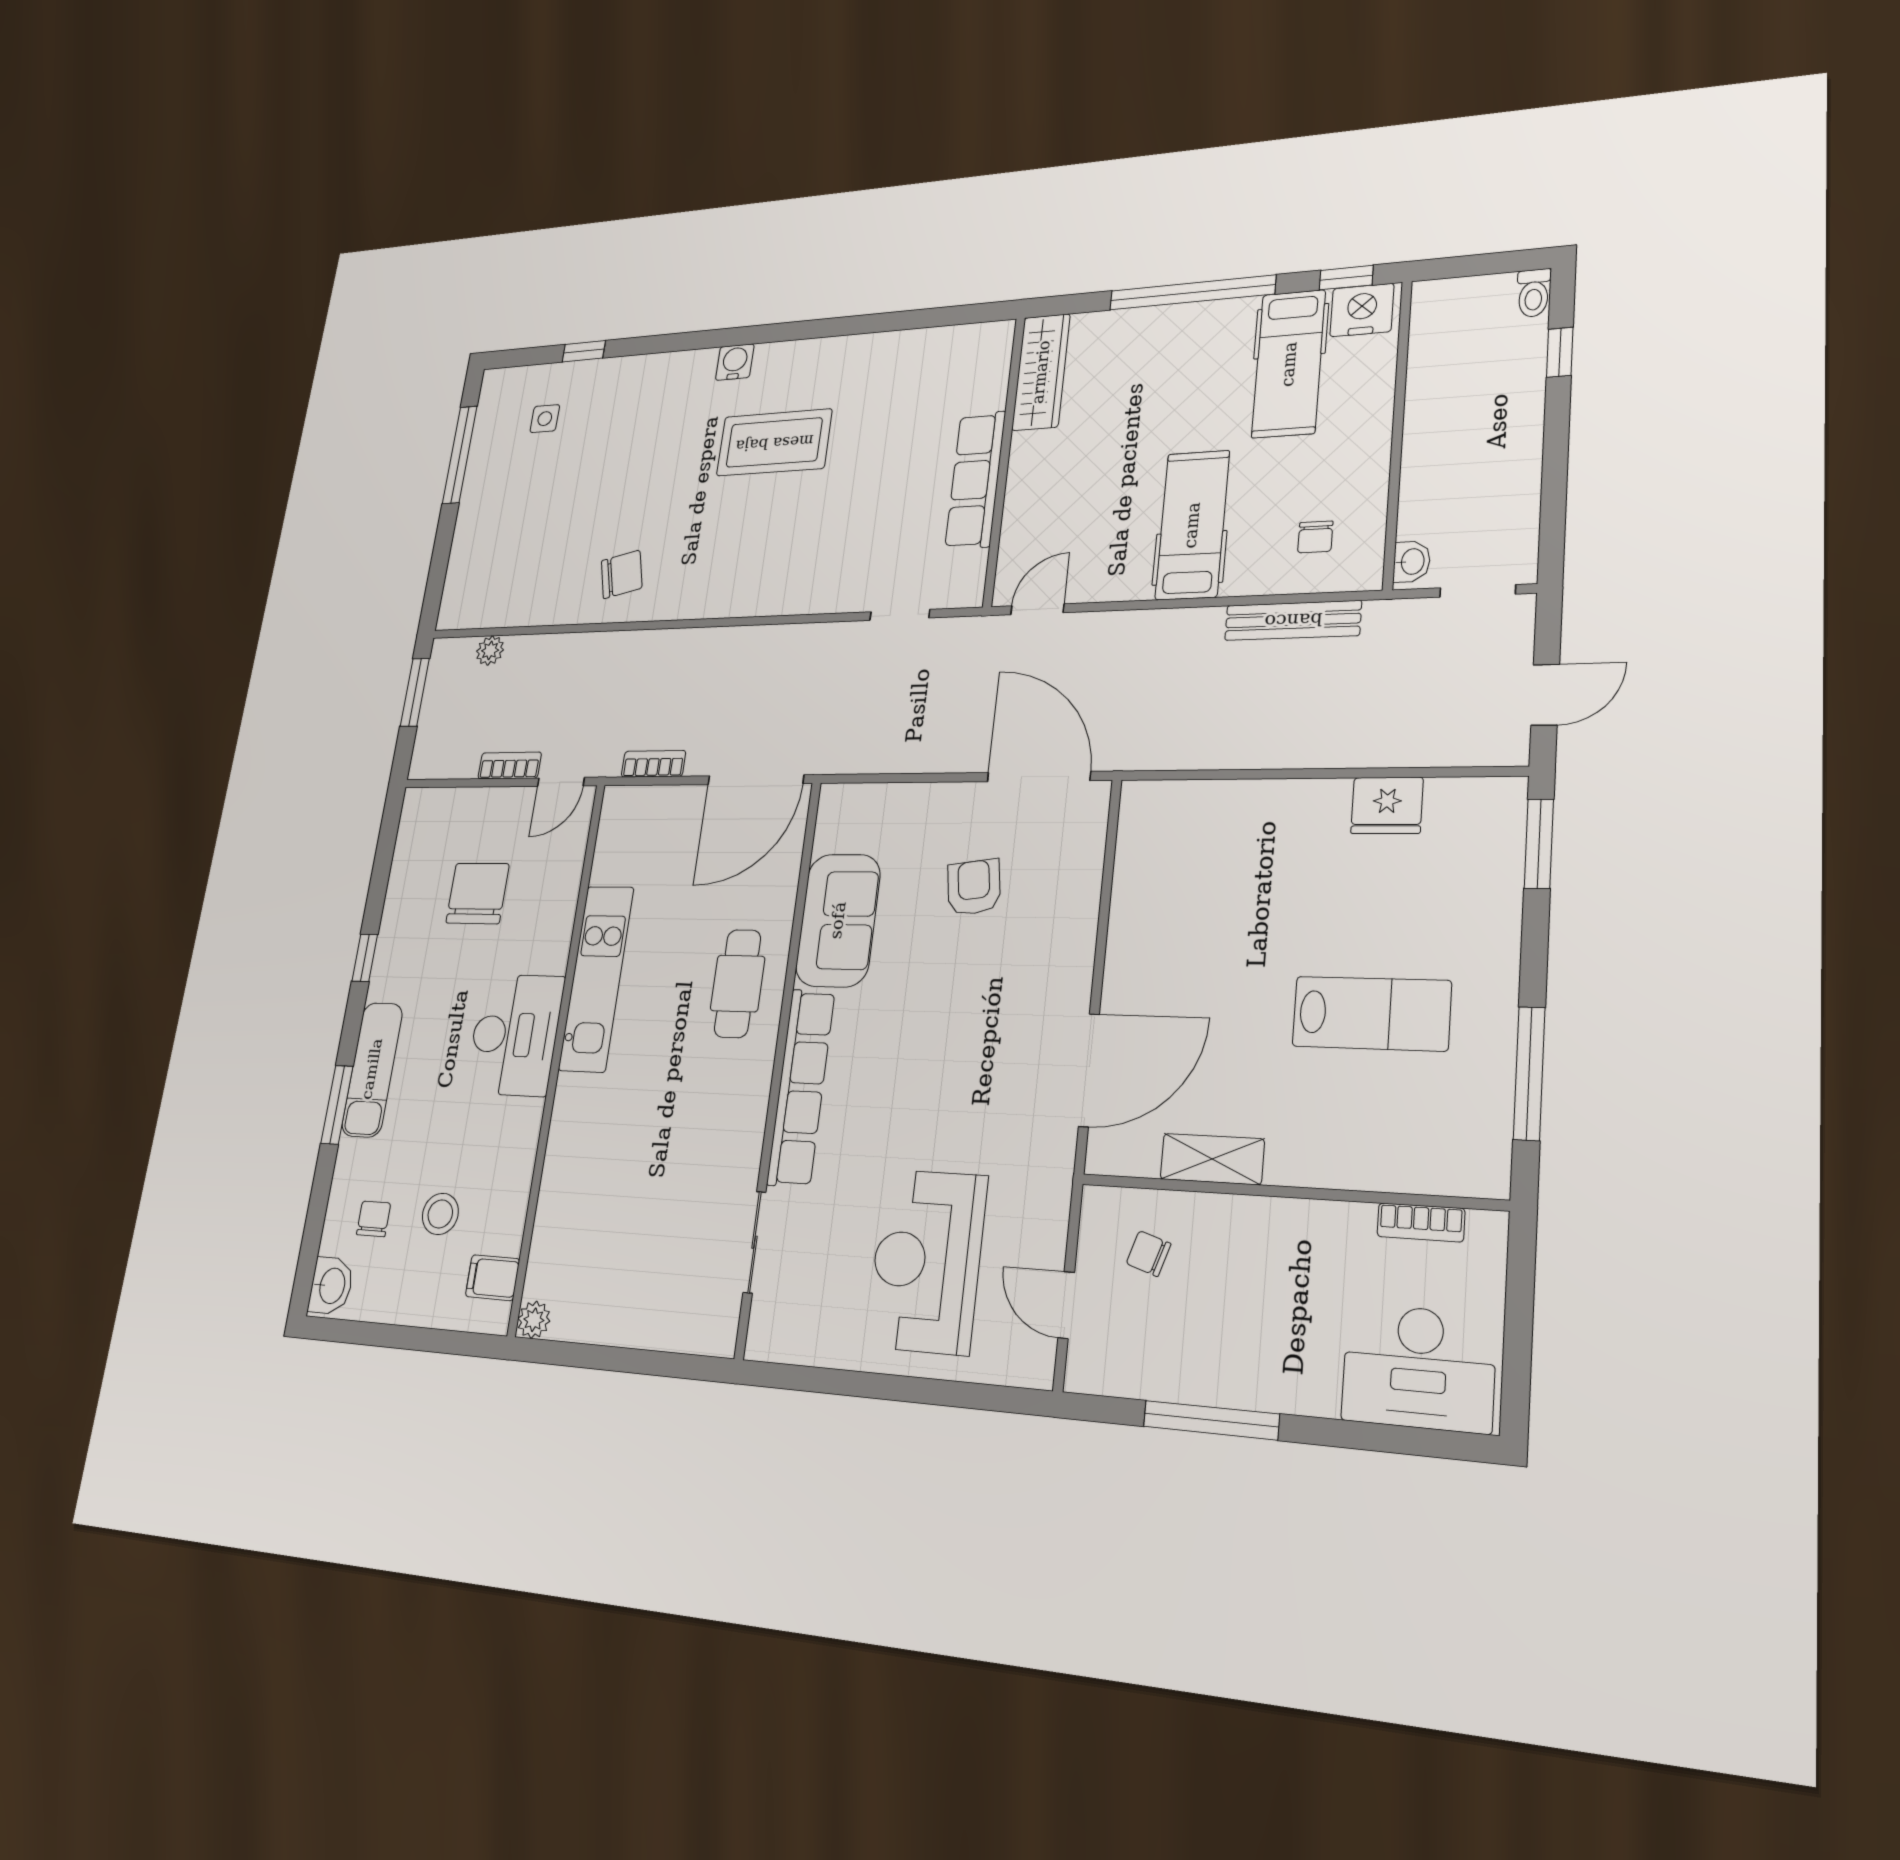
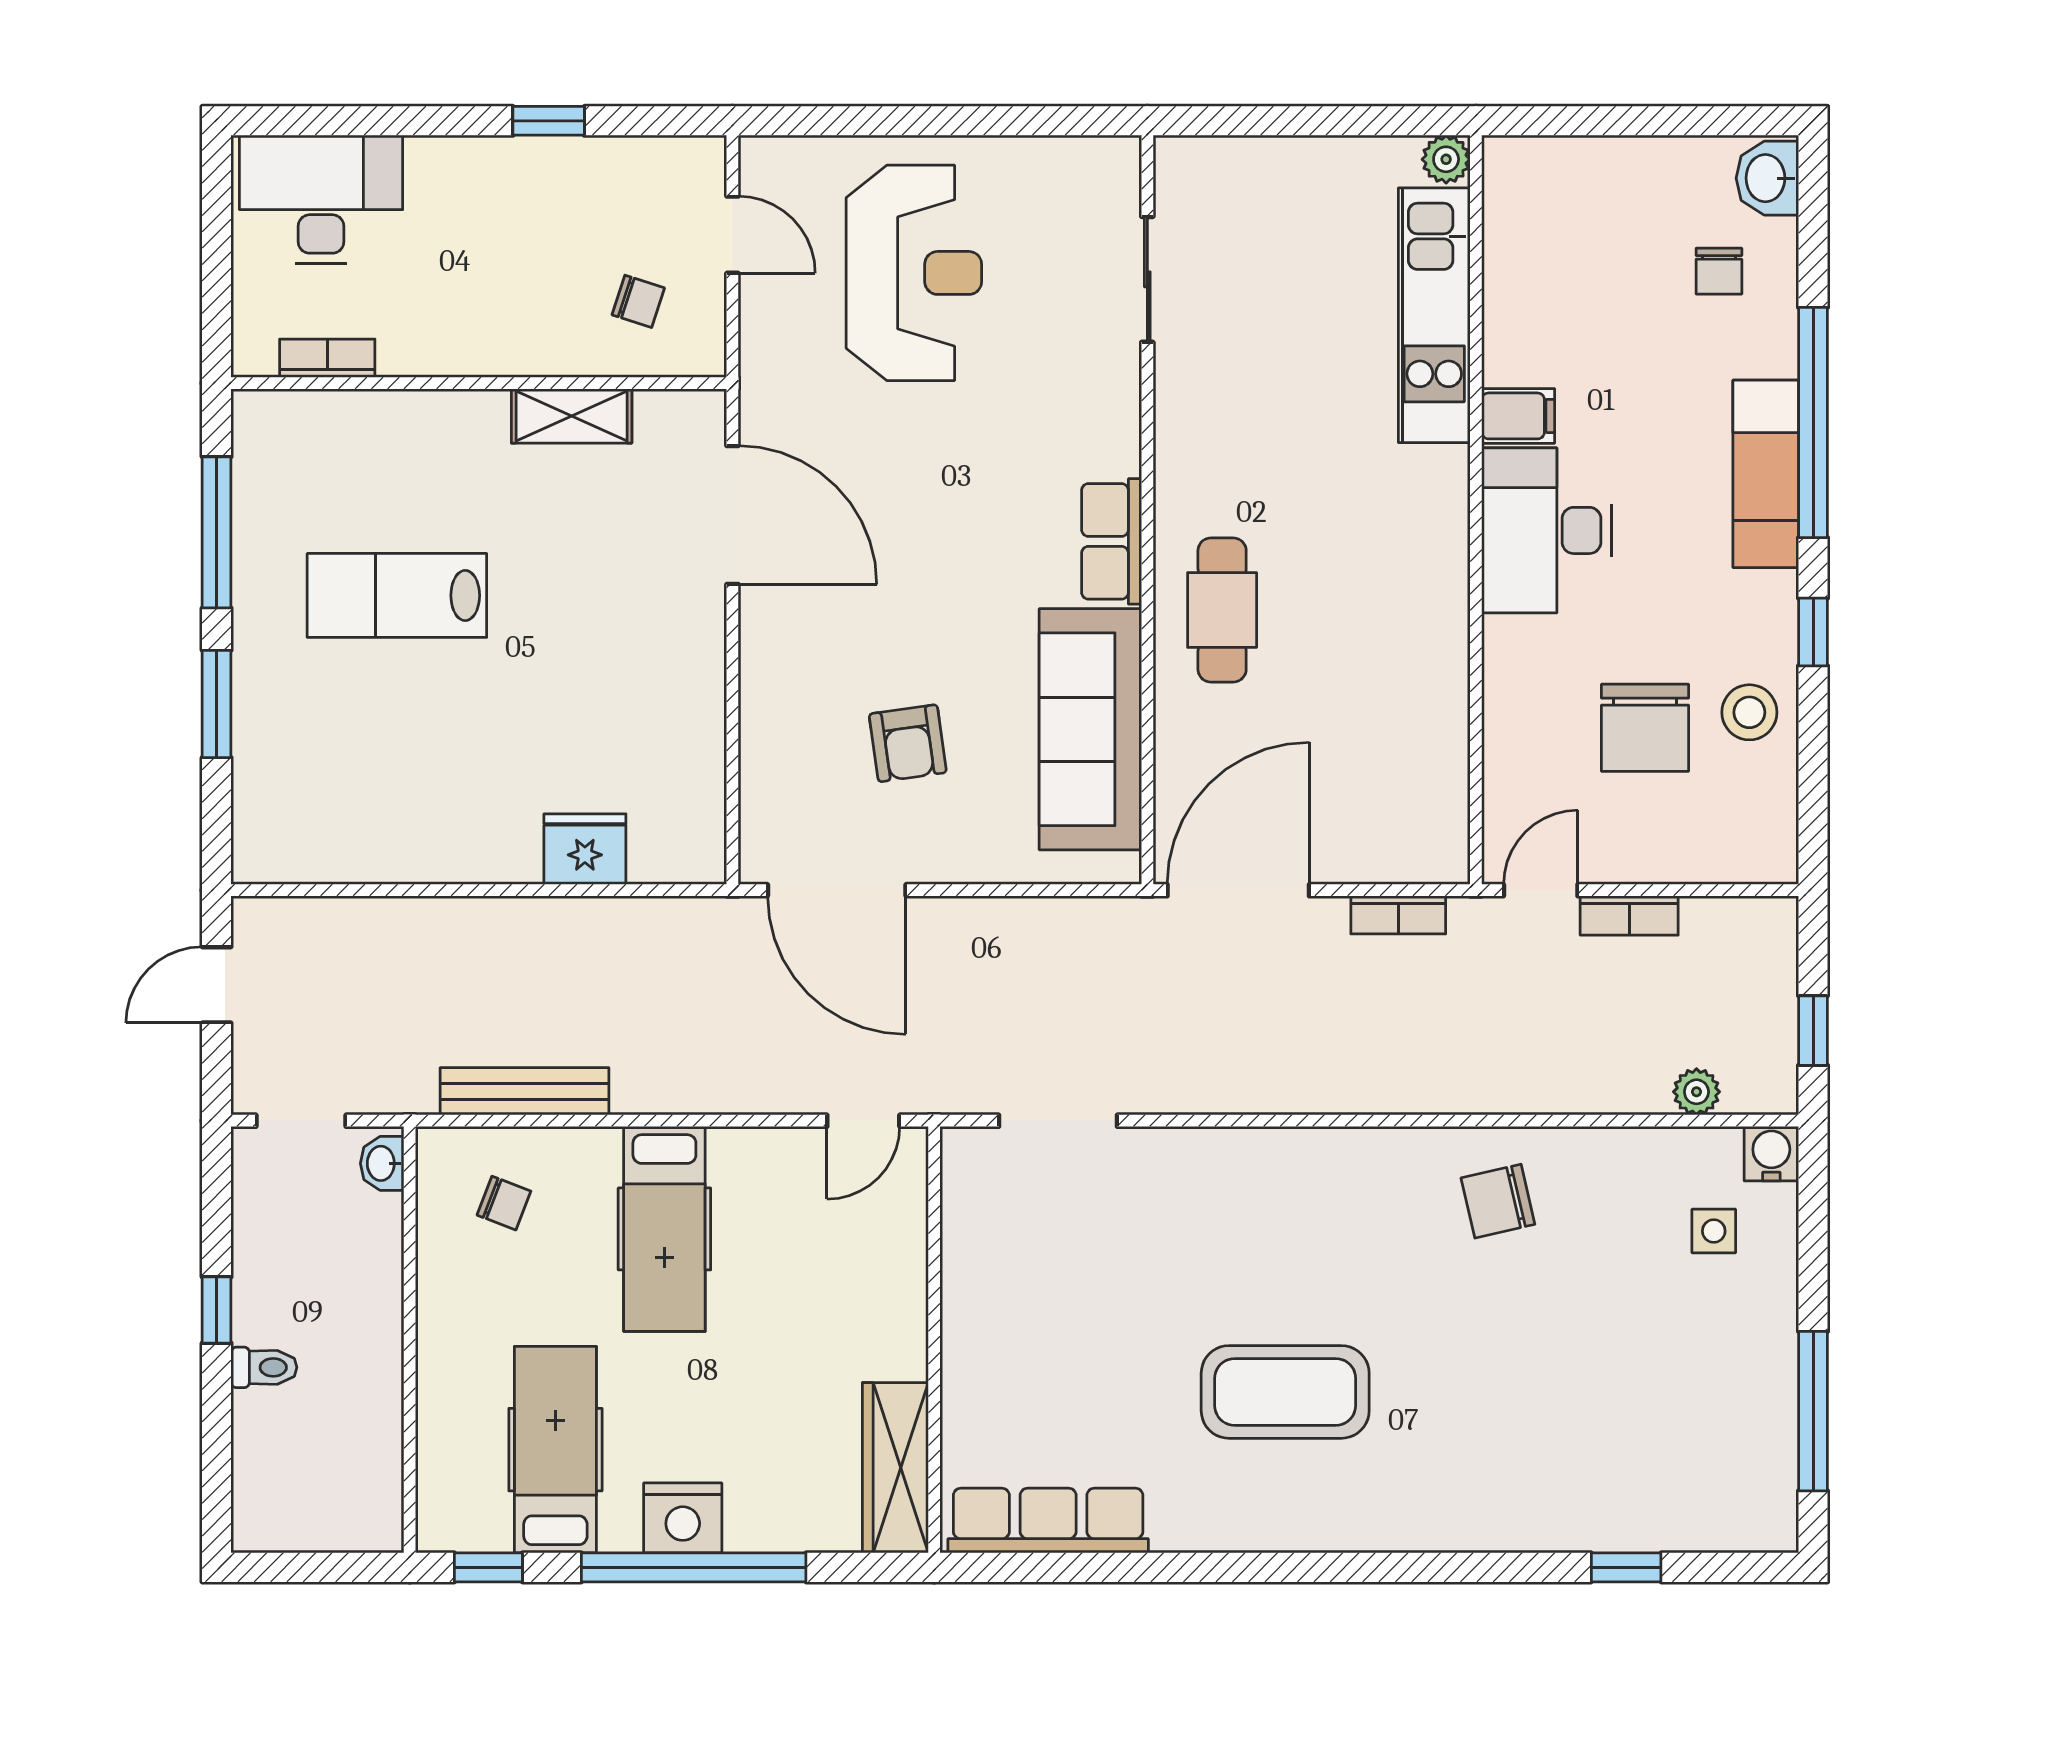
toilet: (1534, 293) -> (264, 1367), moved, turned 90
nightstand: (1362, 310) -> (683, 1518), moved
window: (1560, 352) -> (217, 1310), moved
water cooler: (735, 362) -> (1771, 1154), moved, turned 180
side table: (545, 419) -> (1714, 1231), moved
row of seats: (975, 480) -> (1048, 1521), moved, turned -90
chair: (1315, 537) -> (504, 1203), turned 111
doorway: (900, 615) -> (1058, 1121), width x1.38
window: (415, 692) -> (1813, 1031), width x0.67
fridge: (1387, 805) -> (585, 849), moved
window: (1539, 844) -> (217, 704), moved
sofa: (838, 920) -> (1090, 729), width x1.36
kitchen unit: (596, 978) -> (1434, 315), moved
door: (1089, 1070) -> (732, 515), swing flipped
row of seats: (801, 1087) -> (1112, 541), width x0.50
window: (337, 1105) -> (1813, 422), width x2.11
stool: (440, 1214) -> (1749, 712), moved
filing cabinet: (493, 1278) -> (1518, 416), moved
window: (1211, 1420) -> (549, 121), width x0.46

